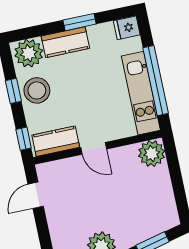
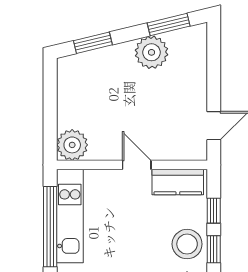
window: (24, 139) -> (214, 211), moved

